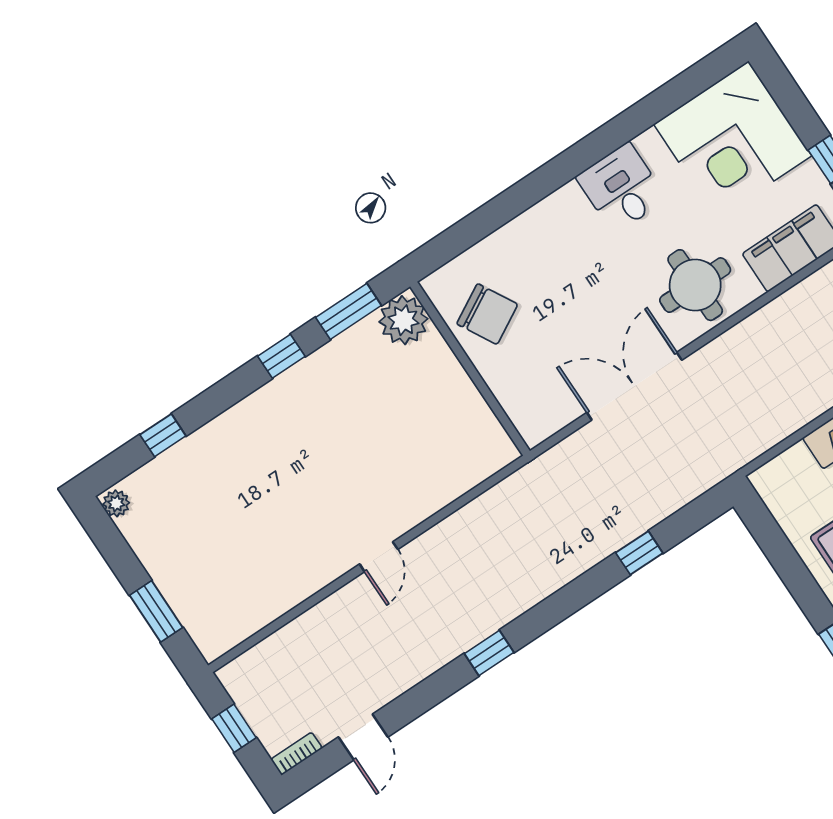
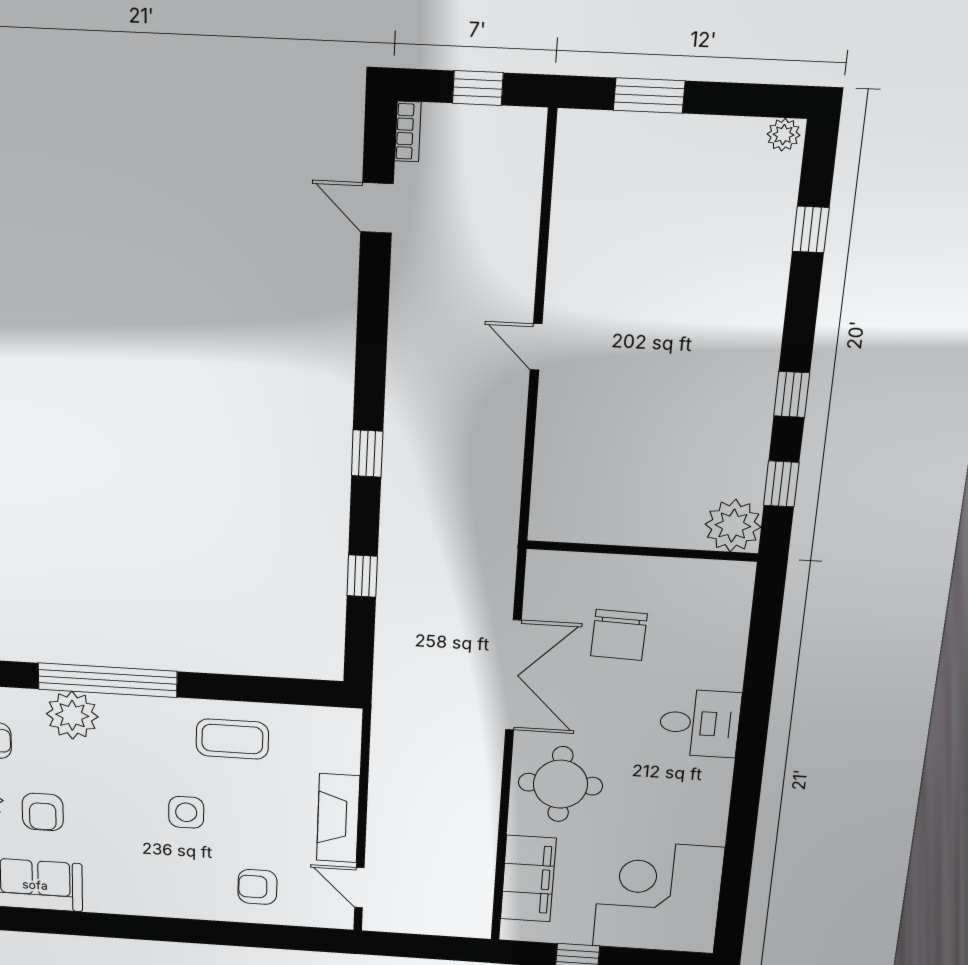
desk: (621, 188) -> (700, 723), moved
window: (349, 311) -> (781, 484), width x0.67
chair: (487, 314) -> (619, 635), moved, turned -59
window: (489, 653) -> (367, 454), moved

